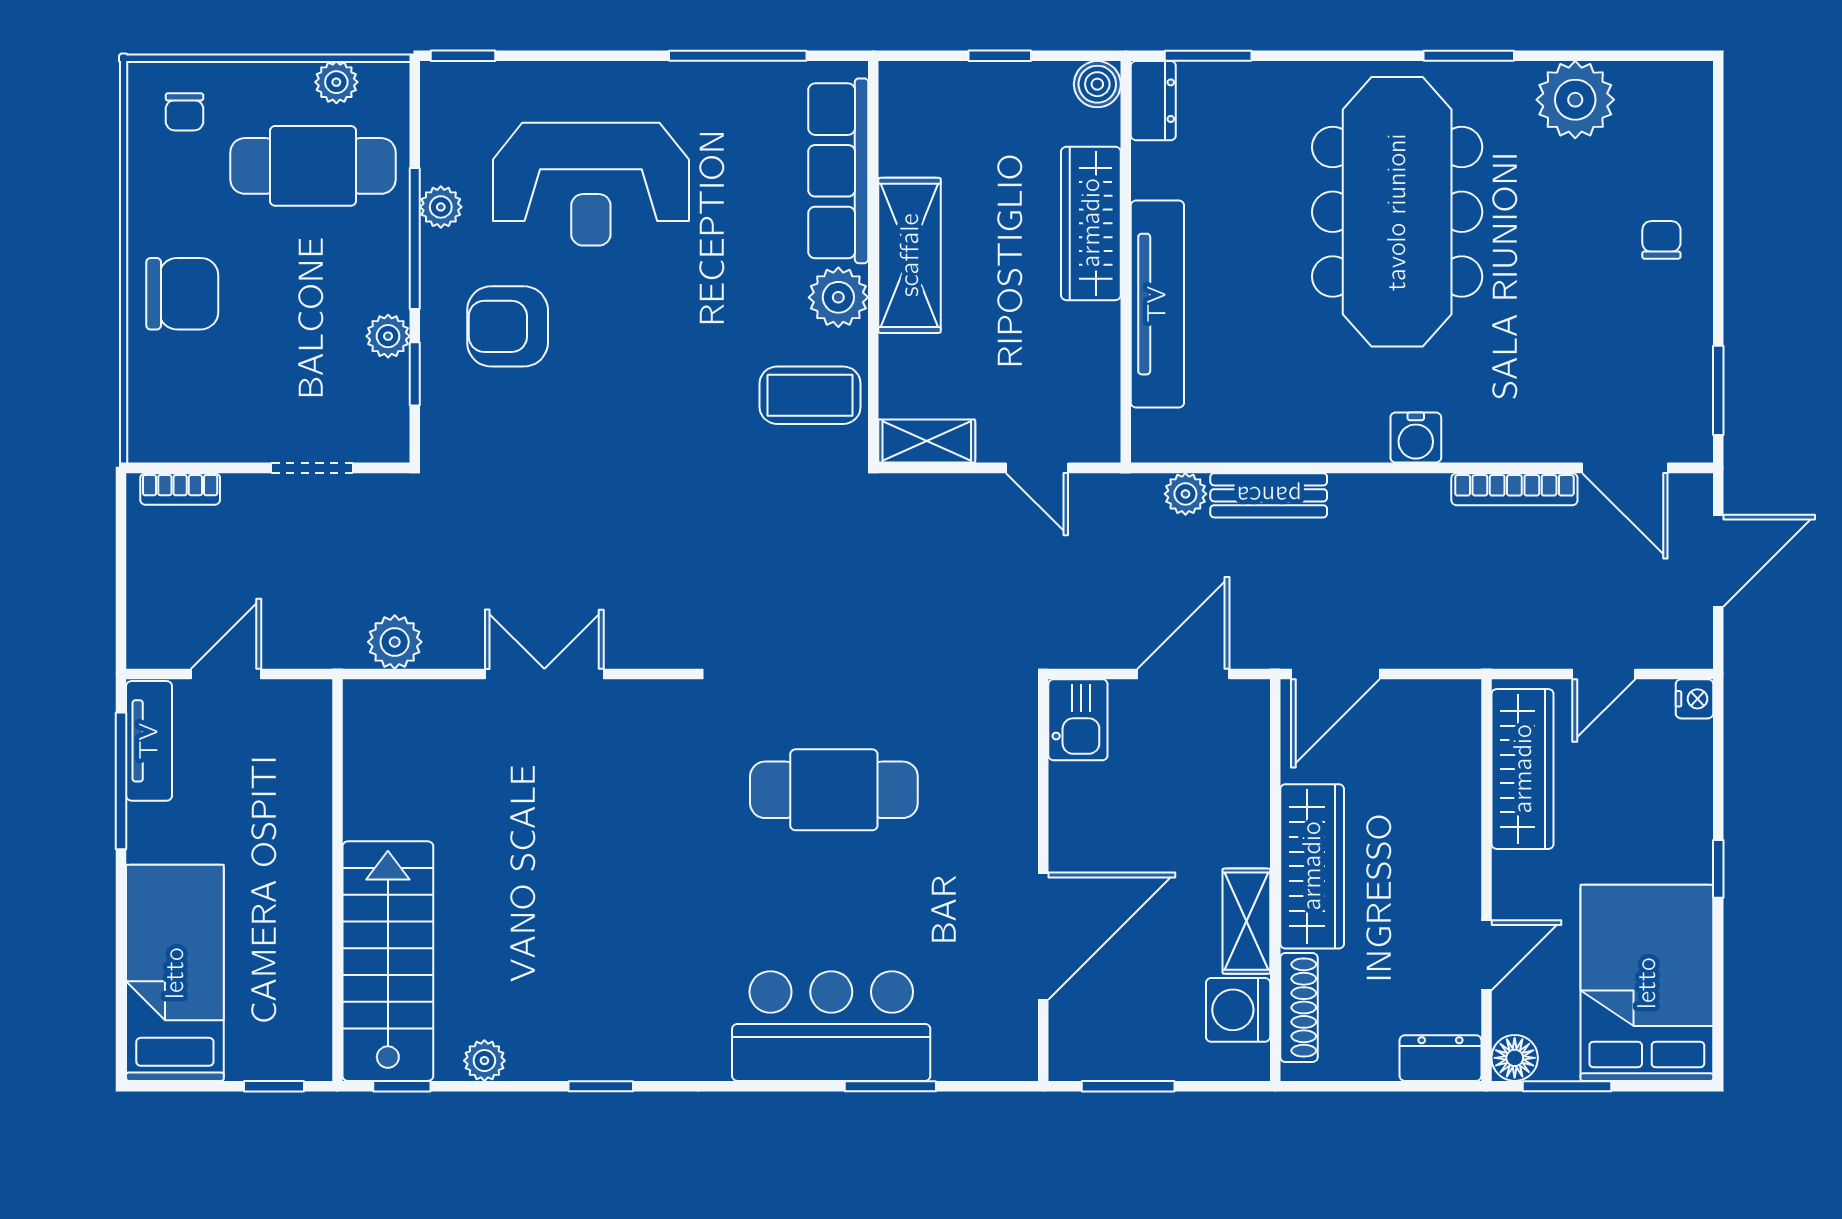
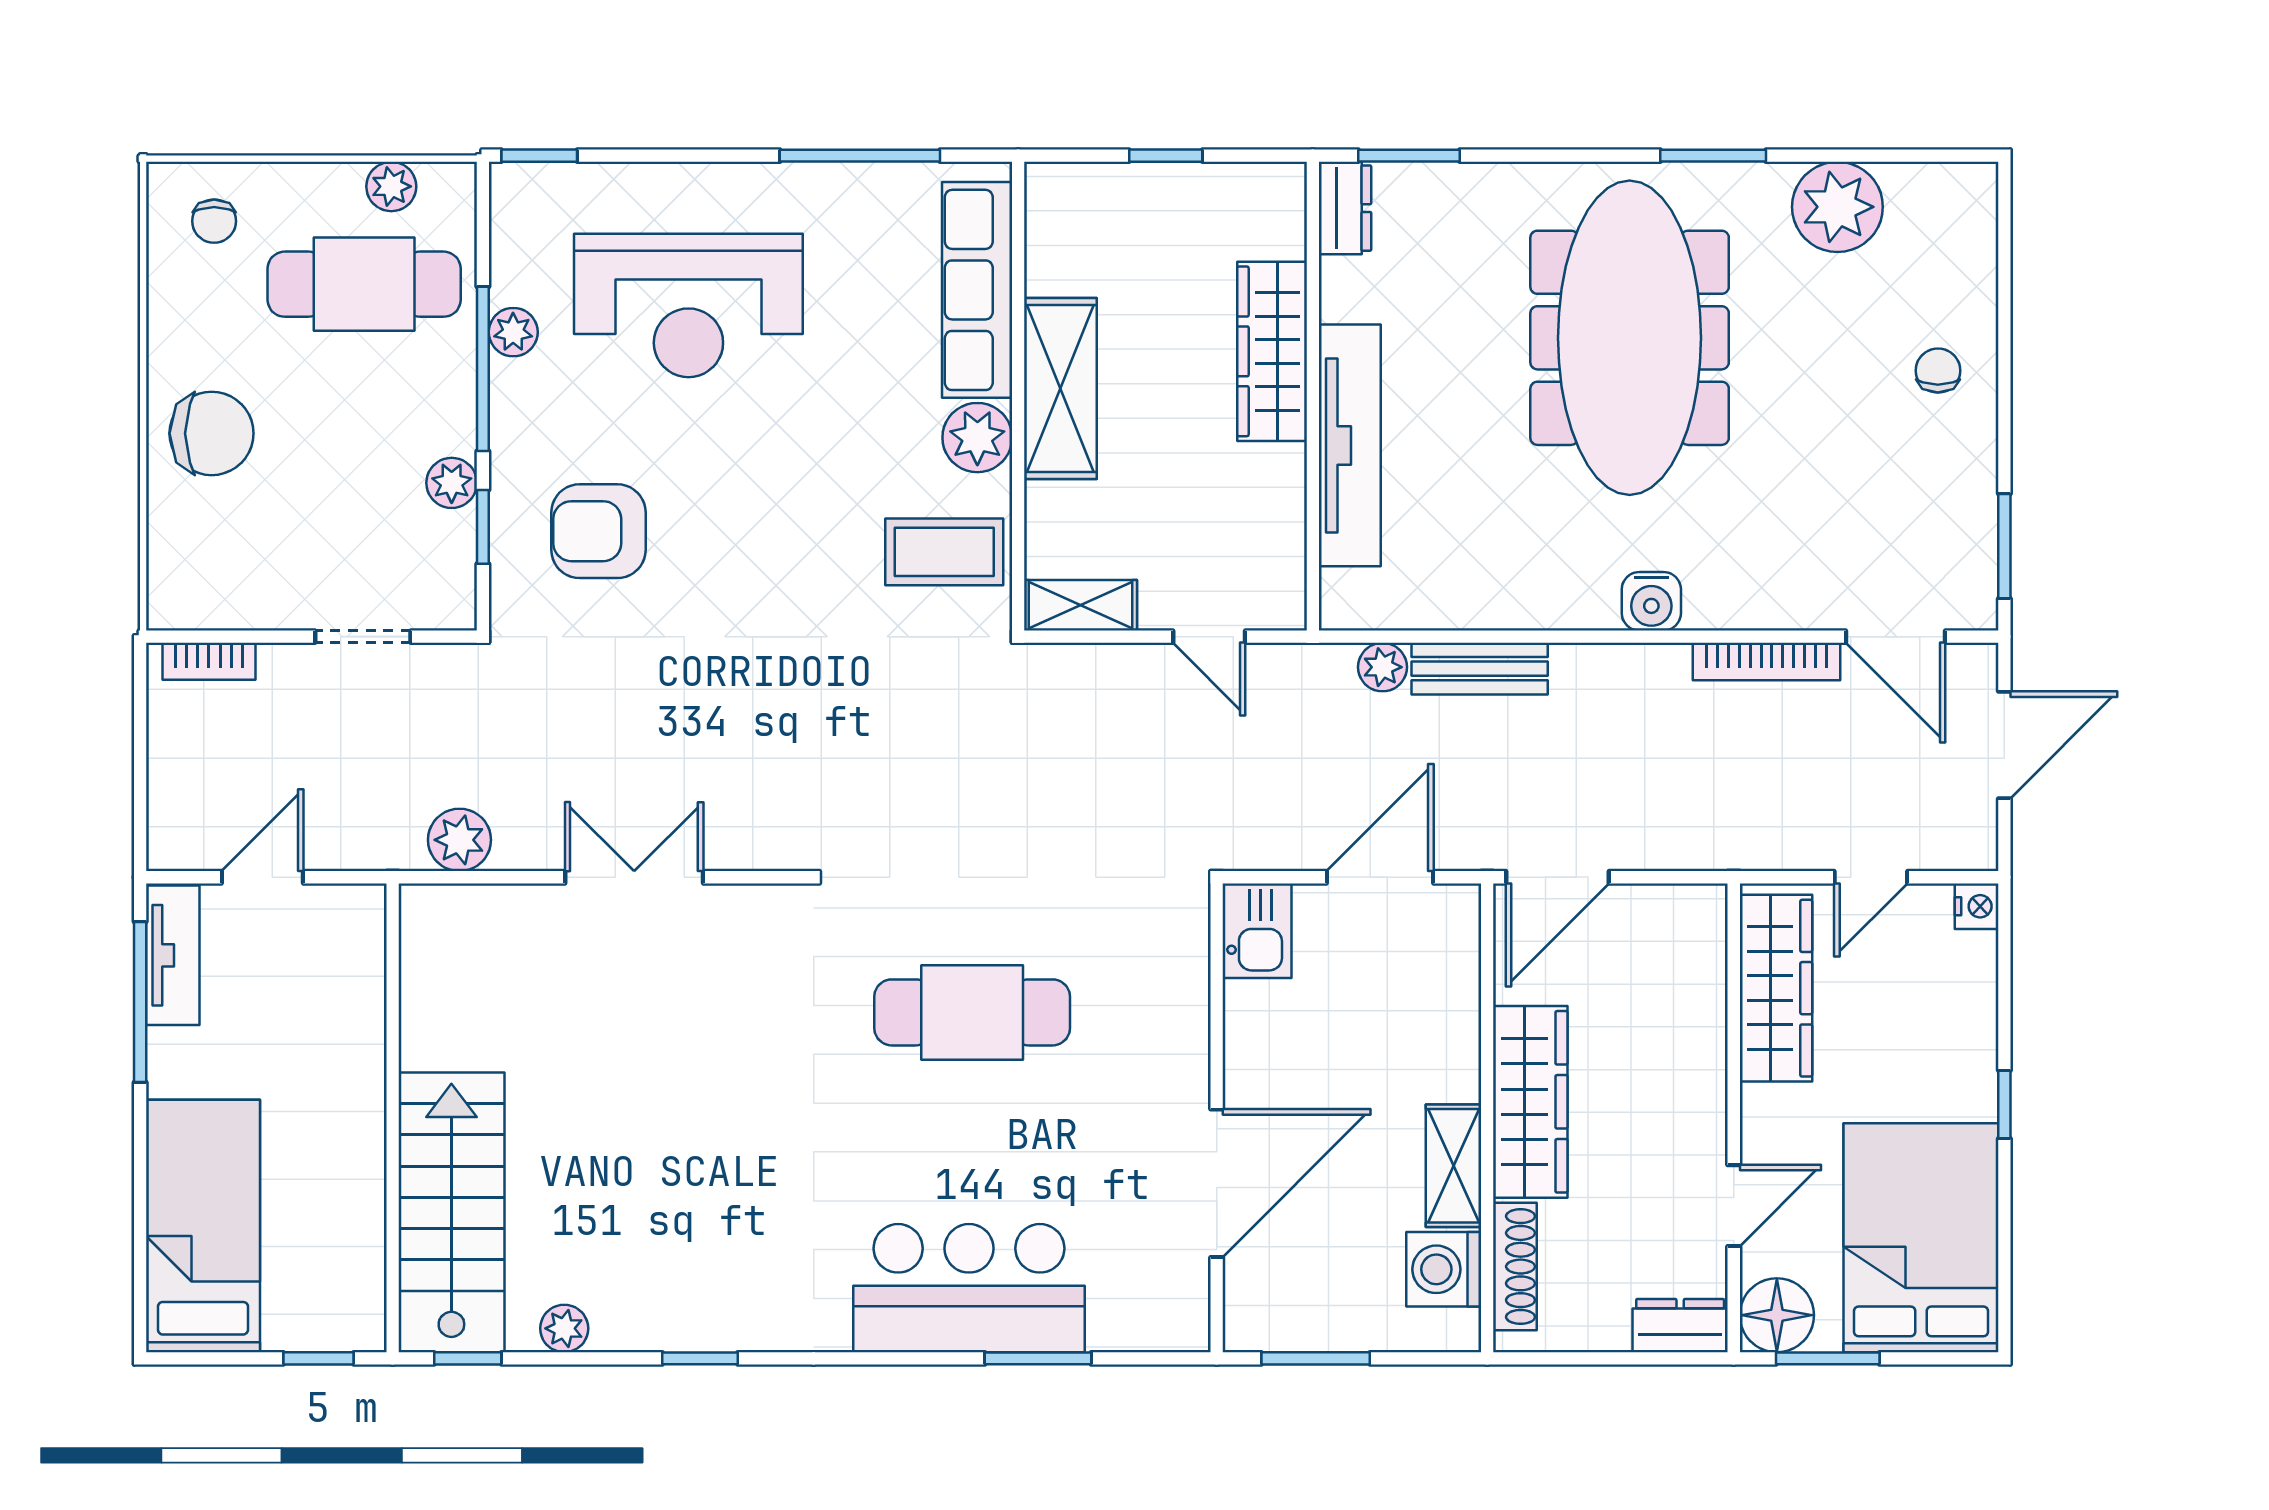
boiler: (1097, 84) -> (1280, 189), removed
armchair: (508, 326) -> (598, 531), moved
floor lamp: (1515, 1058) -> (1777, 1315), width x1.38, depth x1.38

